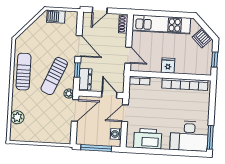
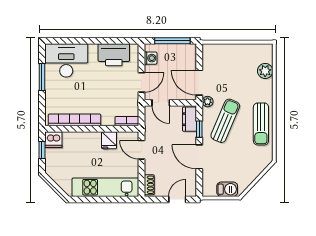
dishwasher: (202, 38) -> (53, 140), moved, turned 135
fridge: (168, 65) -> (109, 140), moved
door: (75, 110) -> (199, 83), hinge flipped
window: (210, 137) -> (42, 77), moved

